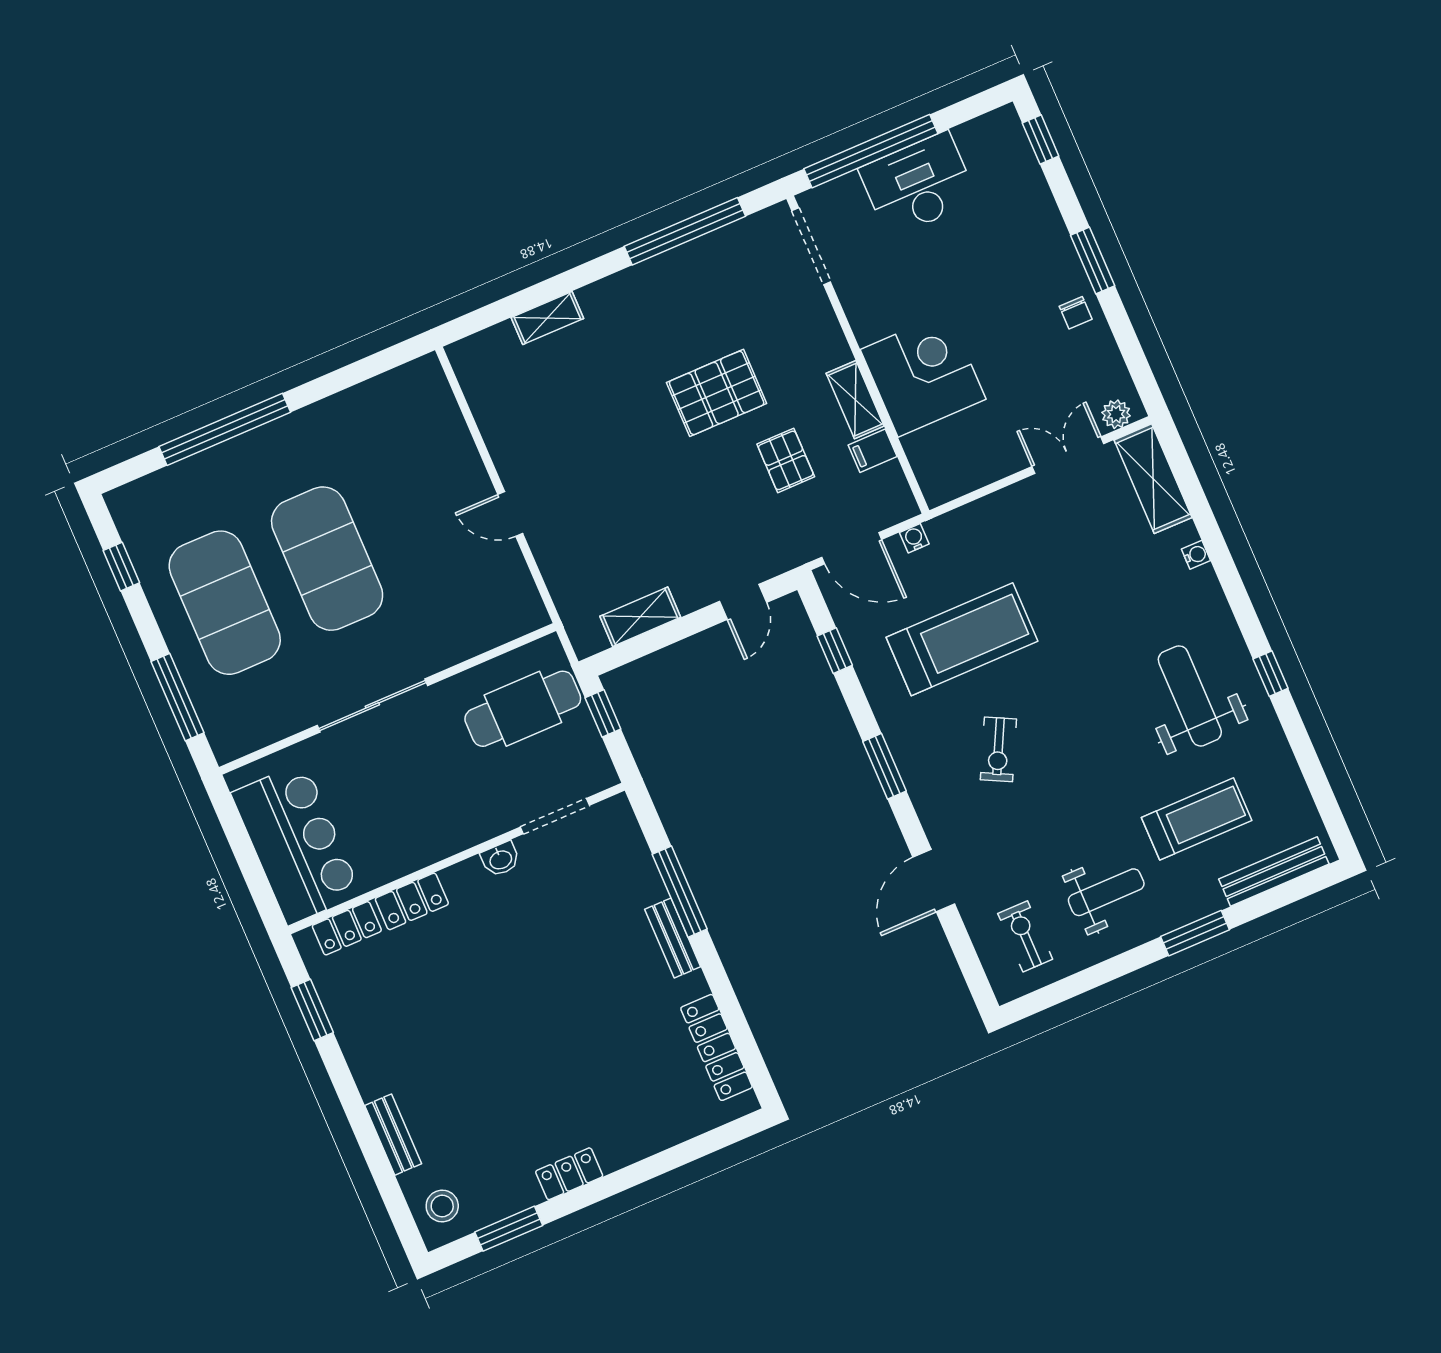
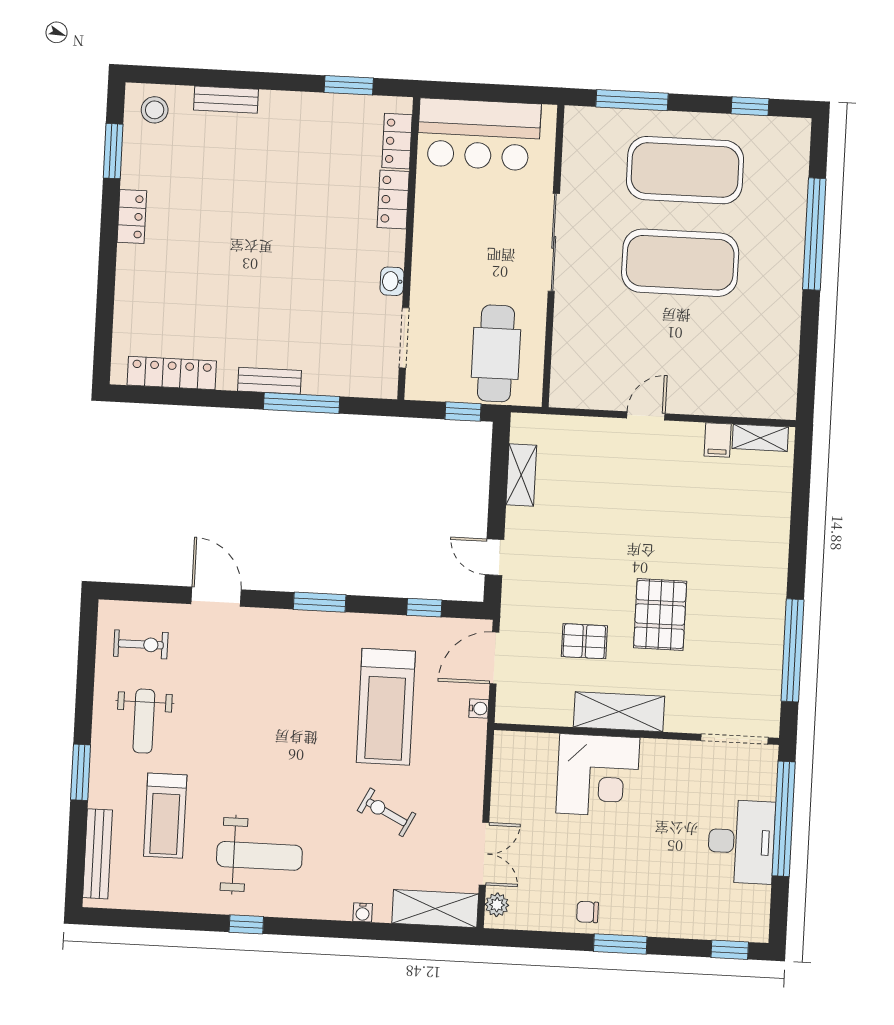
shelving: (547, 318) -> (760, 438), moved, turned 90
shelving: (855, 400) -> (619, 712), width x1.50, depth x1.33
filing cabinet: (873, 451) -> (718, 440), moved, turned 180
exercise bike: (998, 749) -> (386, 812), moved

